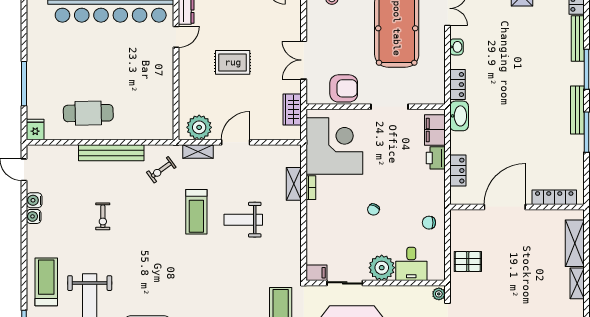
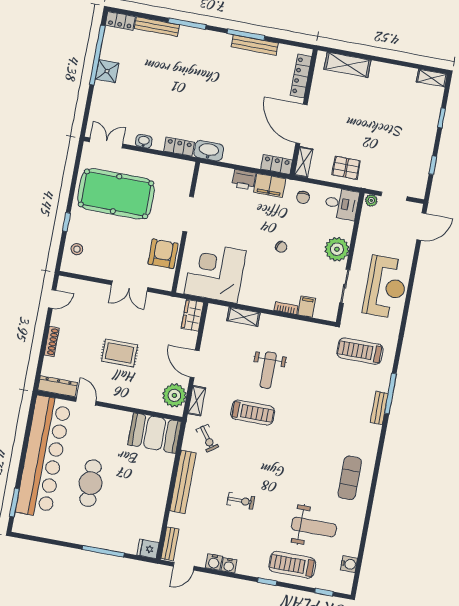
rug: (233, 62) -> (120, 353), turned 90
wardrobe: (292, 109) -> (192, 315), moved, turned 90
bench: (577, 110) -> (255, 45), moved
cafe table: (88, 113) -> (91, 483), moved
booth: (156, 114) -> (155, 433), added
filing cabinet: (435, 130) -> (270, 185), moved
bench: (45, 151) -> (170, 544), added
locker: (458, 171) -> (277, 164), moved
bookcase: (311, 188) -> (286, 308), moved
window: (24, 259) -> (267, 582), added
pallet: (468, 262) -> (346, 168), turned 90
desk: (411, 264) -> (342, 204), moved
filing cabinet: (316, 273) -> (307, 307), moved
shelving: (577, 283) -> (304, 162), moved, turned 90

